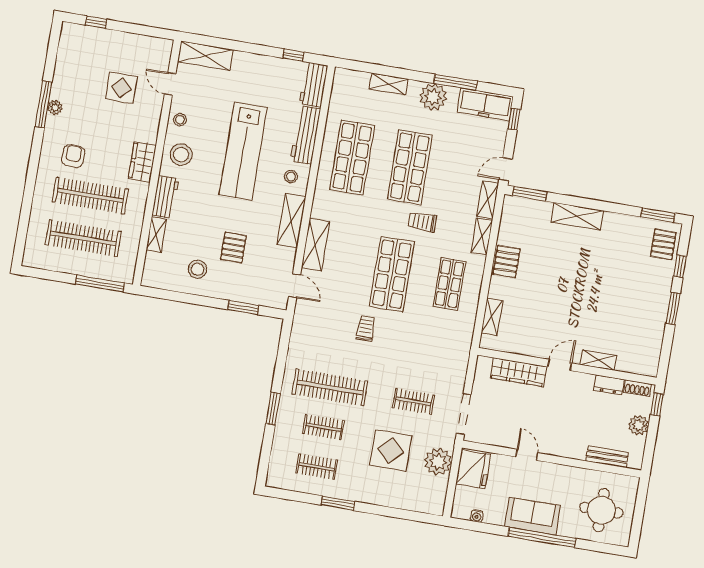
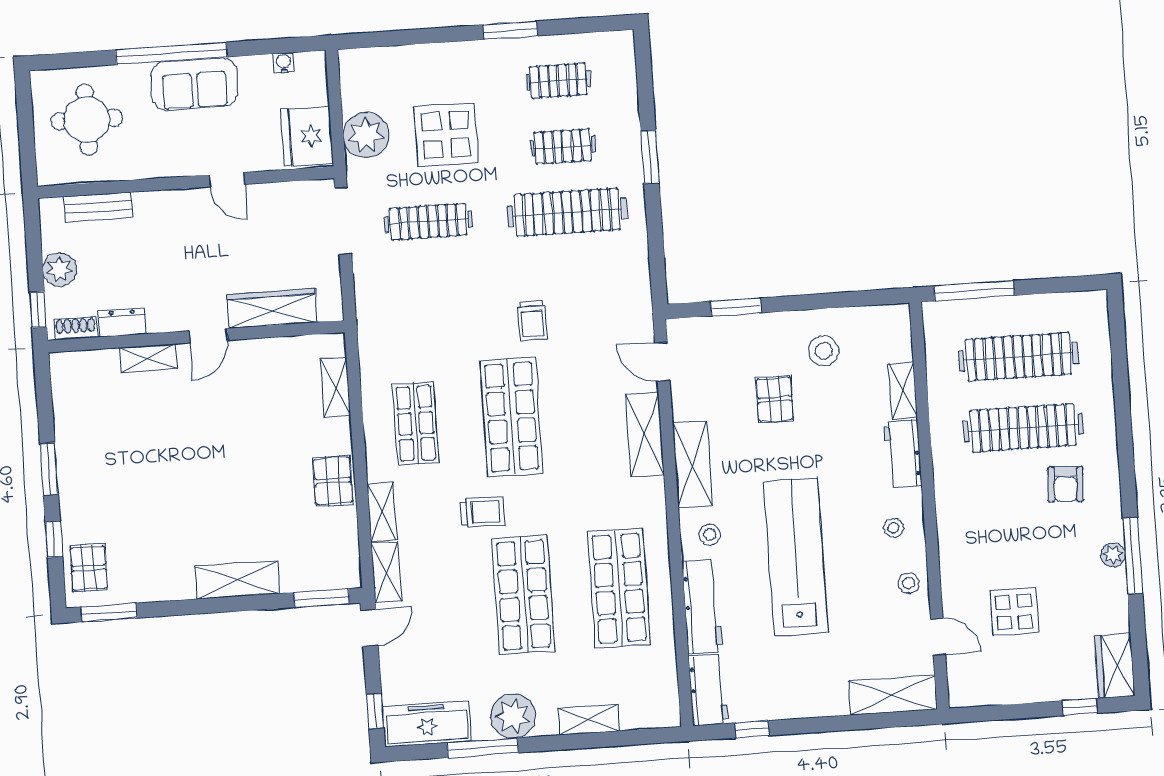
stool: (181, 155) -> (894, 528), width x0.53, depth x0.53
wardrobe: (142, 162) -> (1115, 665), moved, turned 180
clothes rail: (414, 401) -> (428, 222), width x1.36

